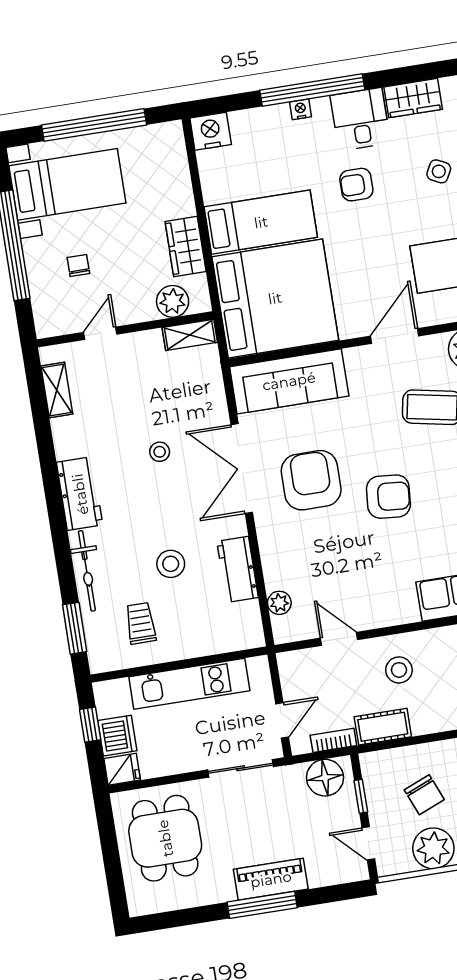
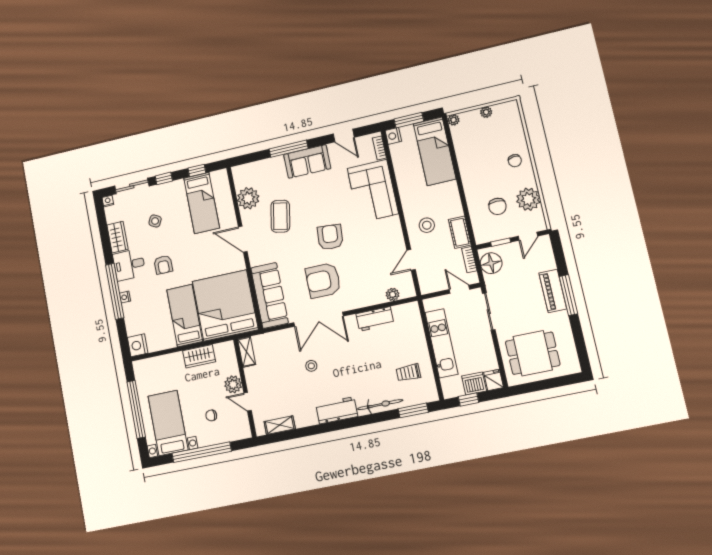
plant: (173, 301) -> (233, 384), moved
stool: (171, 564) -> (374, 357), removed
chair: (424, 795) -> (497, 206), turned 112

